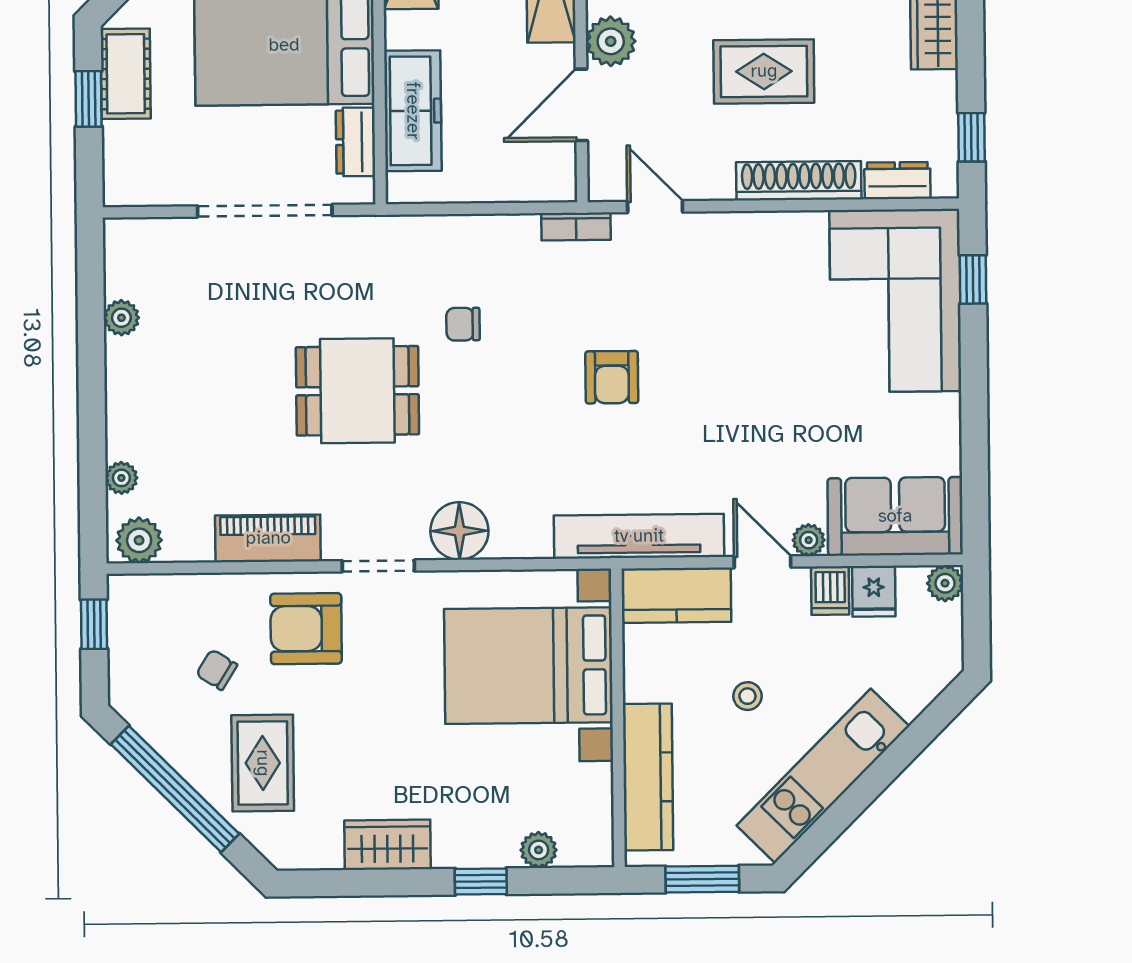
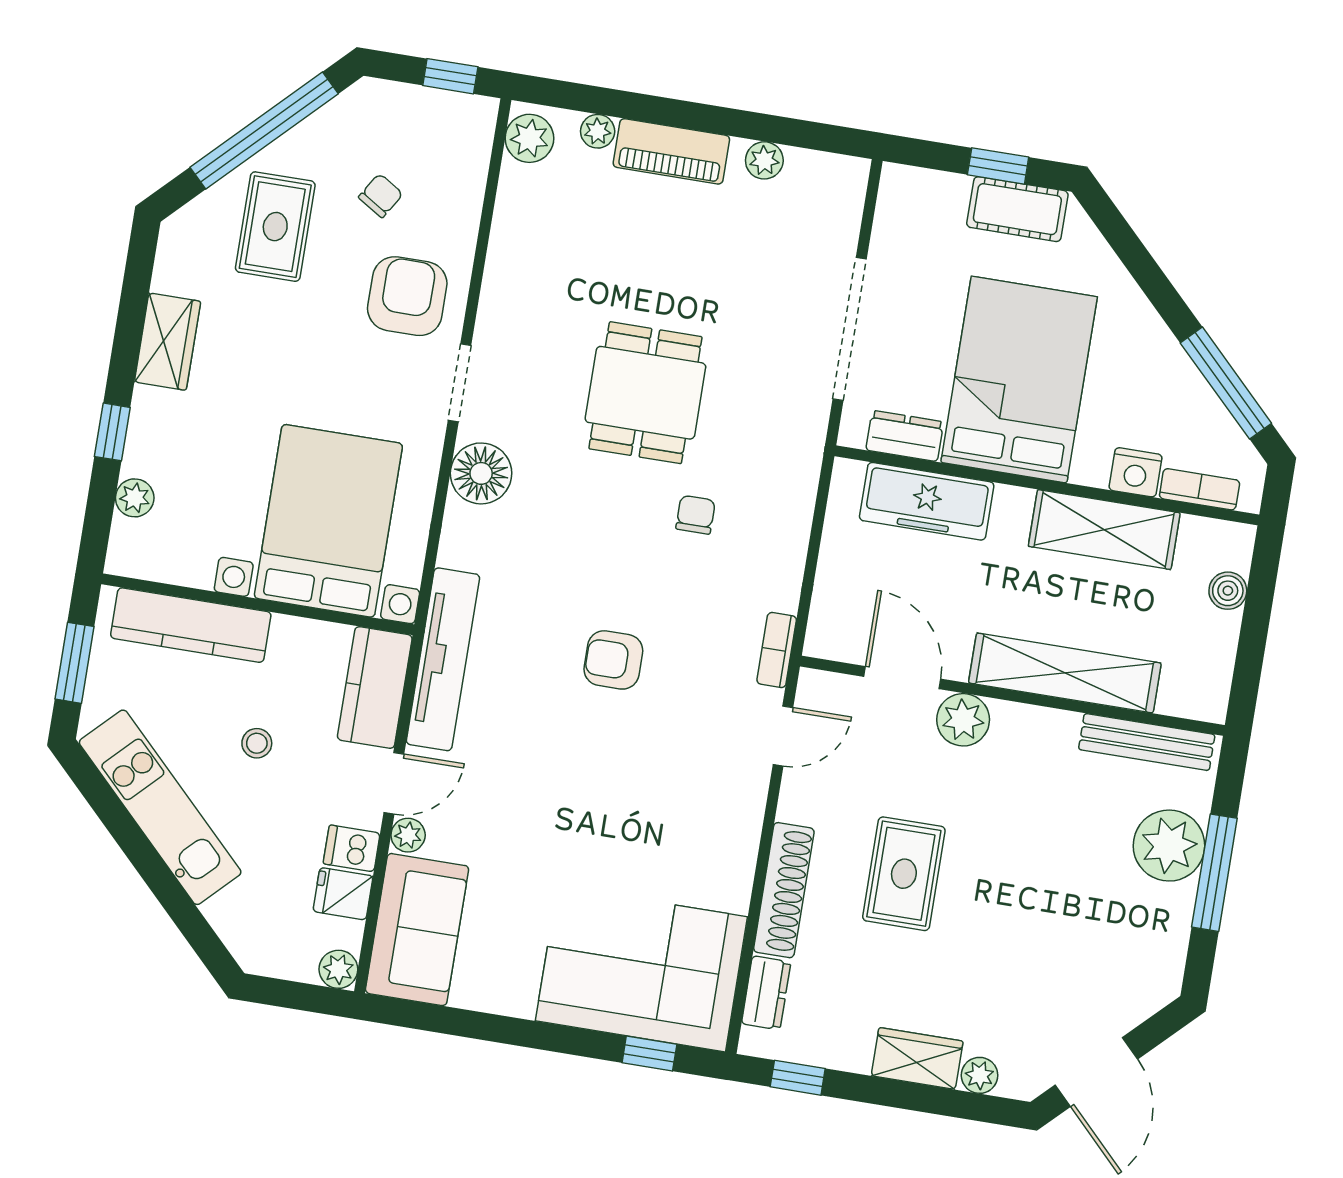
piano: (268, 538) -> (671, 151), moved, turned 90
rug: (263, 763) -> (275, 227), turned 90

